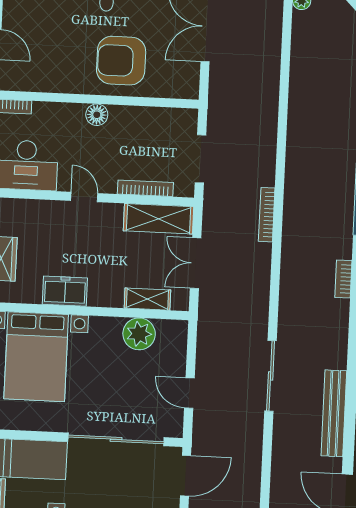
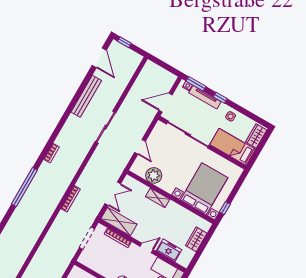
door: (84, 197) -> (147, 248), swing flipped
freezer: (65, 291) -> (169, 250), moved, turned 180
shelving: (147, 299) -> (158, 198), moved
door: (189, 393) -> (140, 147), moved

